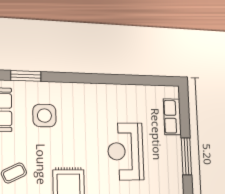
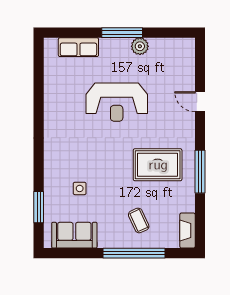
side table: (44, 116) -> (80, 188), width x0.54, depth x0.54
plant: (175, 173) -> (140, 46), added

